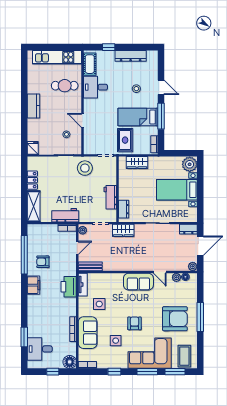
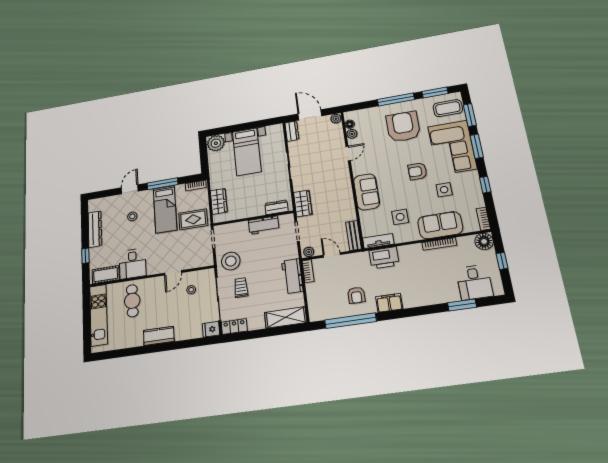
trolley: (62, 174) -> (241, 288), added
locker: (32, 180) -> (234, 327), moved
sofa: (138, 282) -> (367, 192), moved
window: (200, 349) -> (435, 93), added

